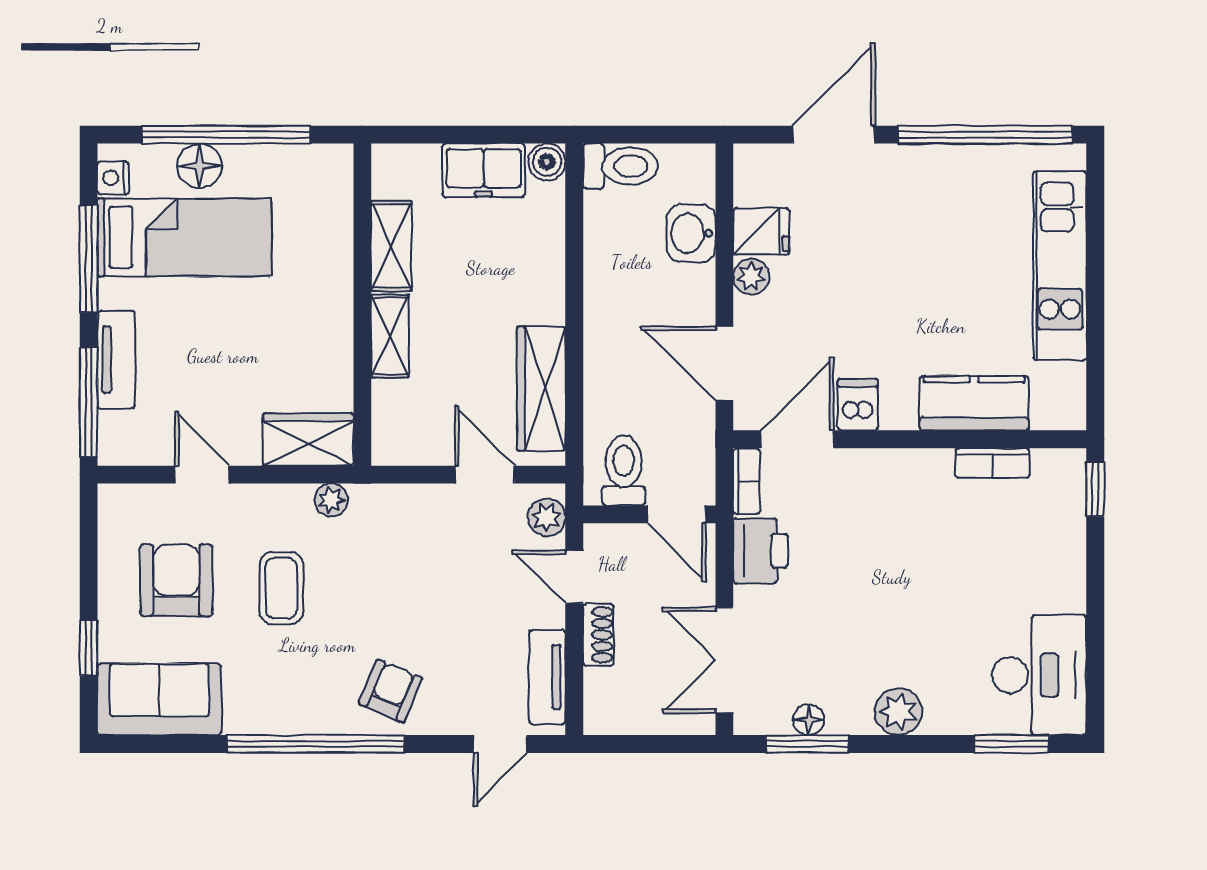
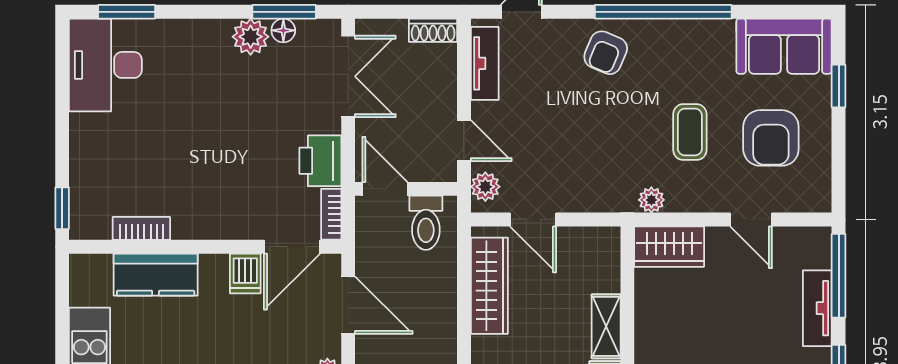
shoe rack: (598, 635) -> (433, 30), moved, turned -90
plant: (898, 712) -> (251, 37), moved

